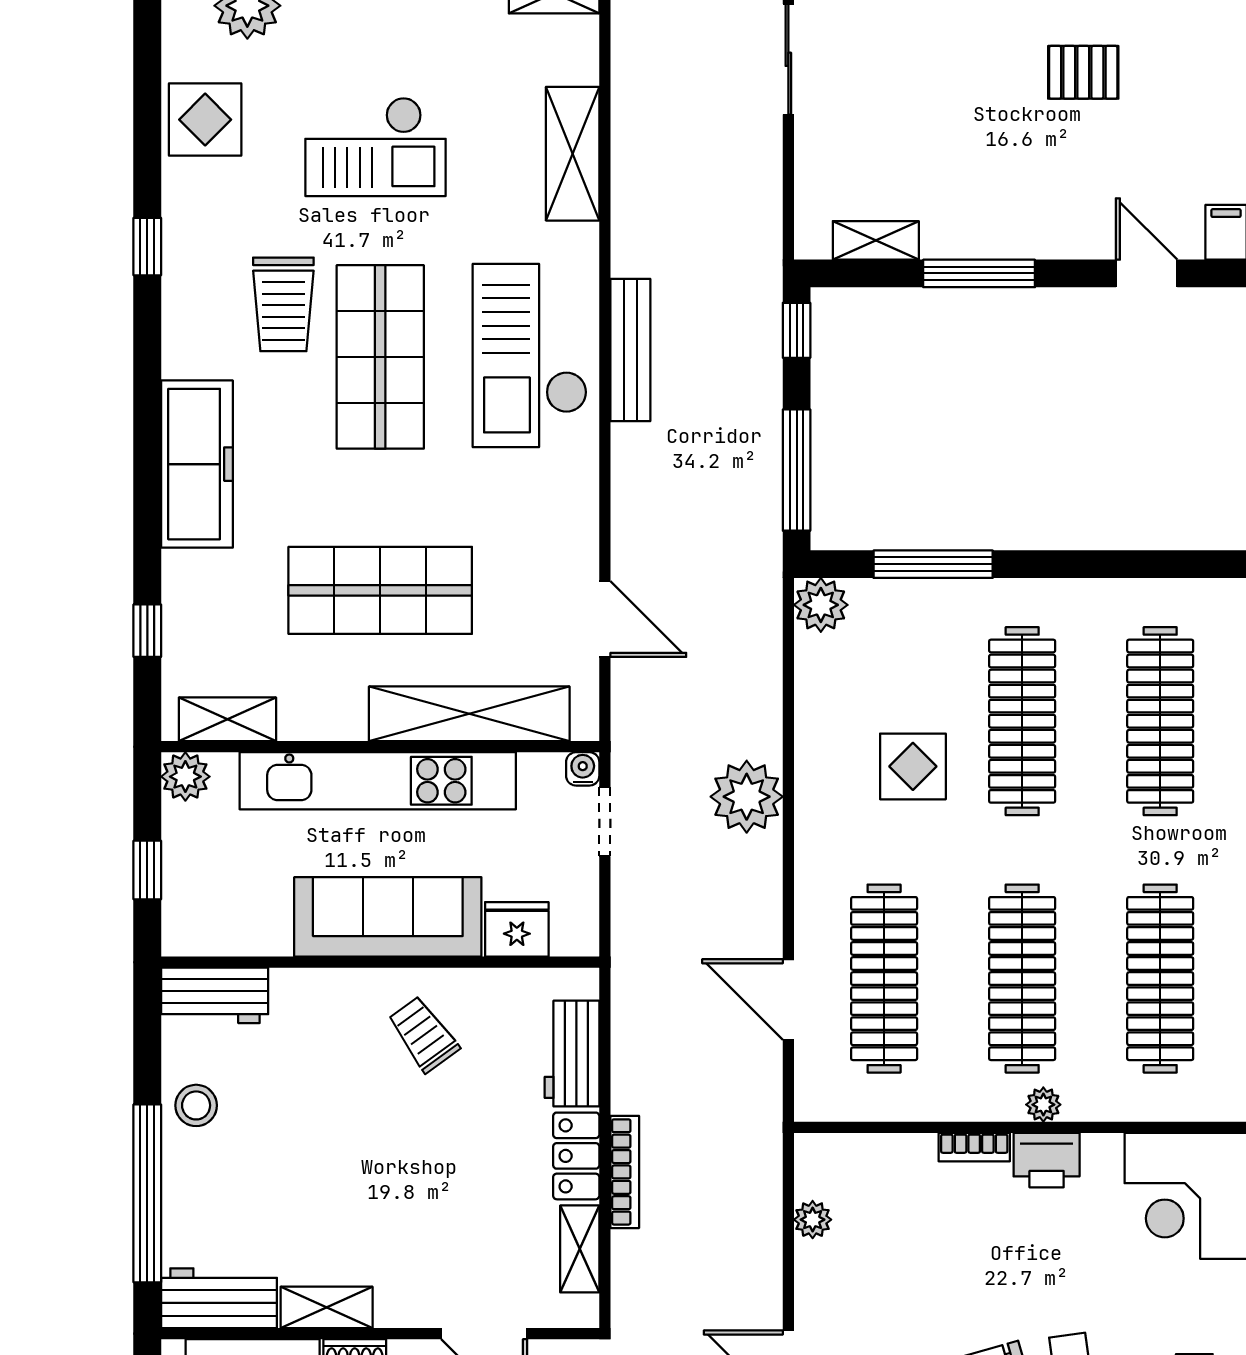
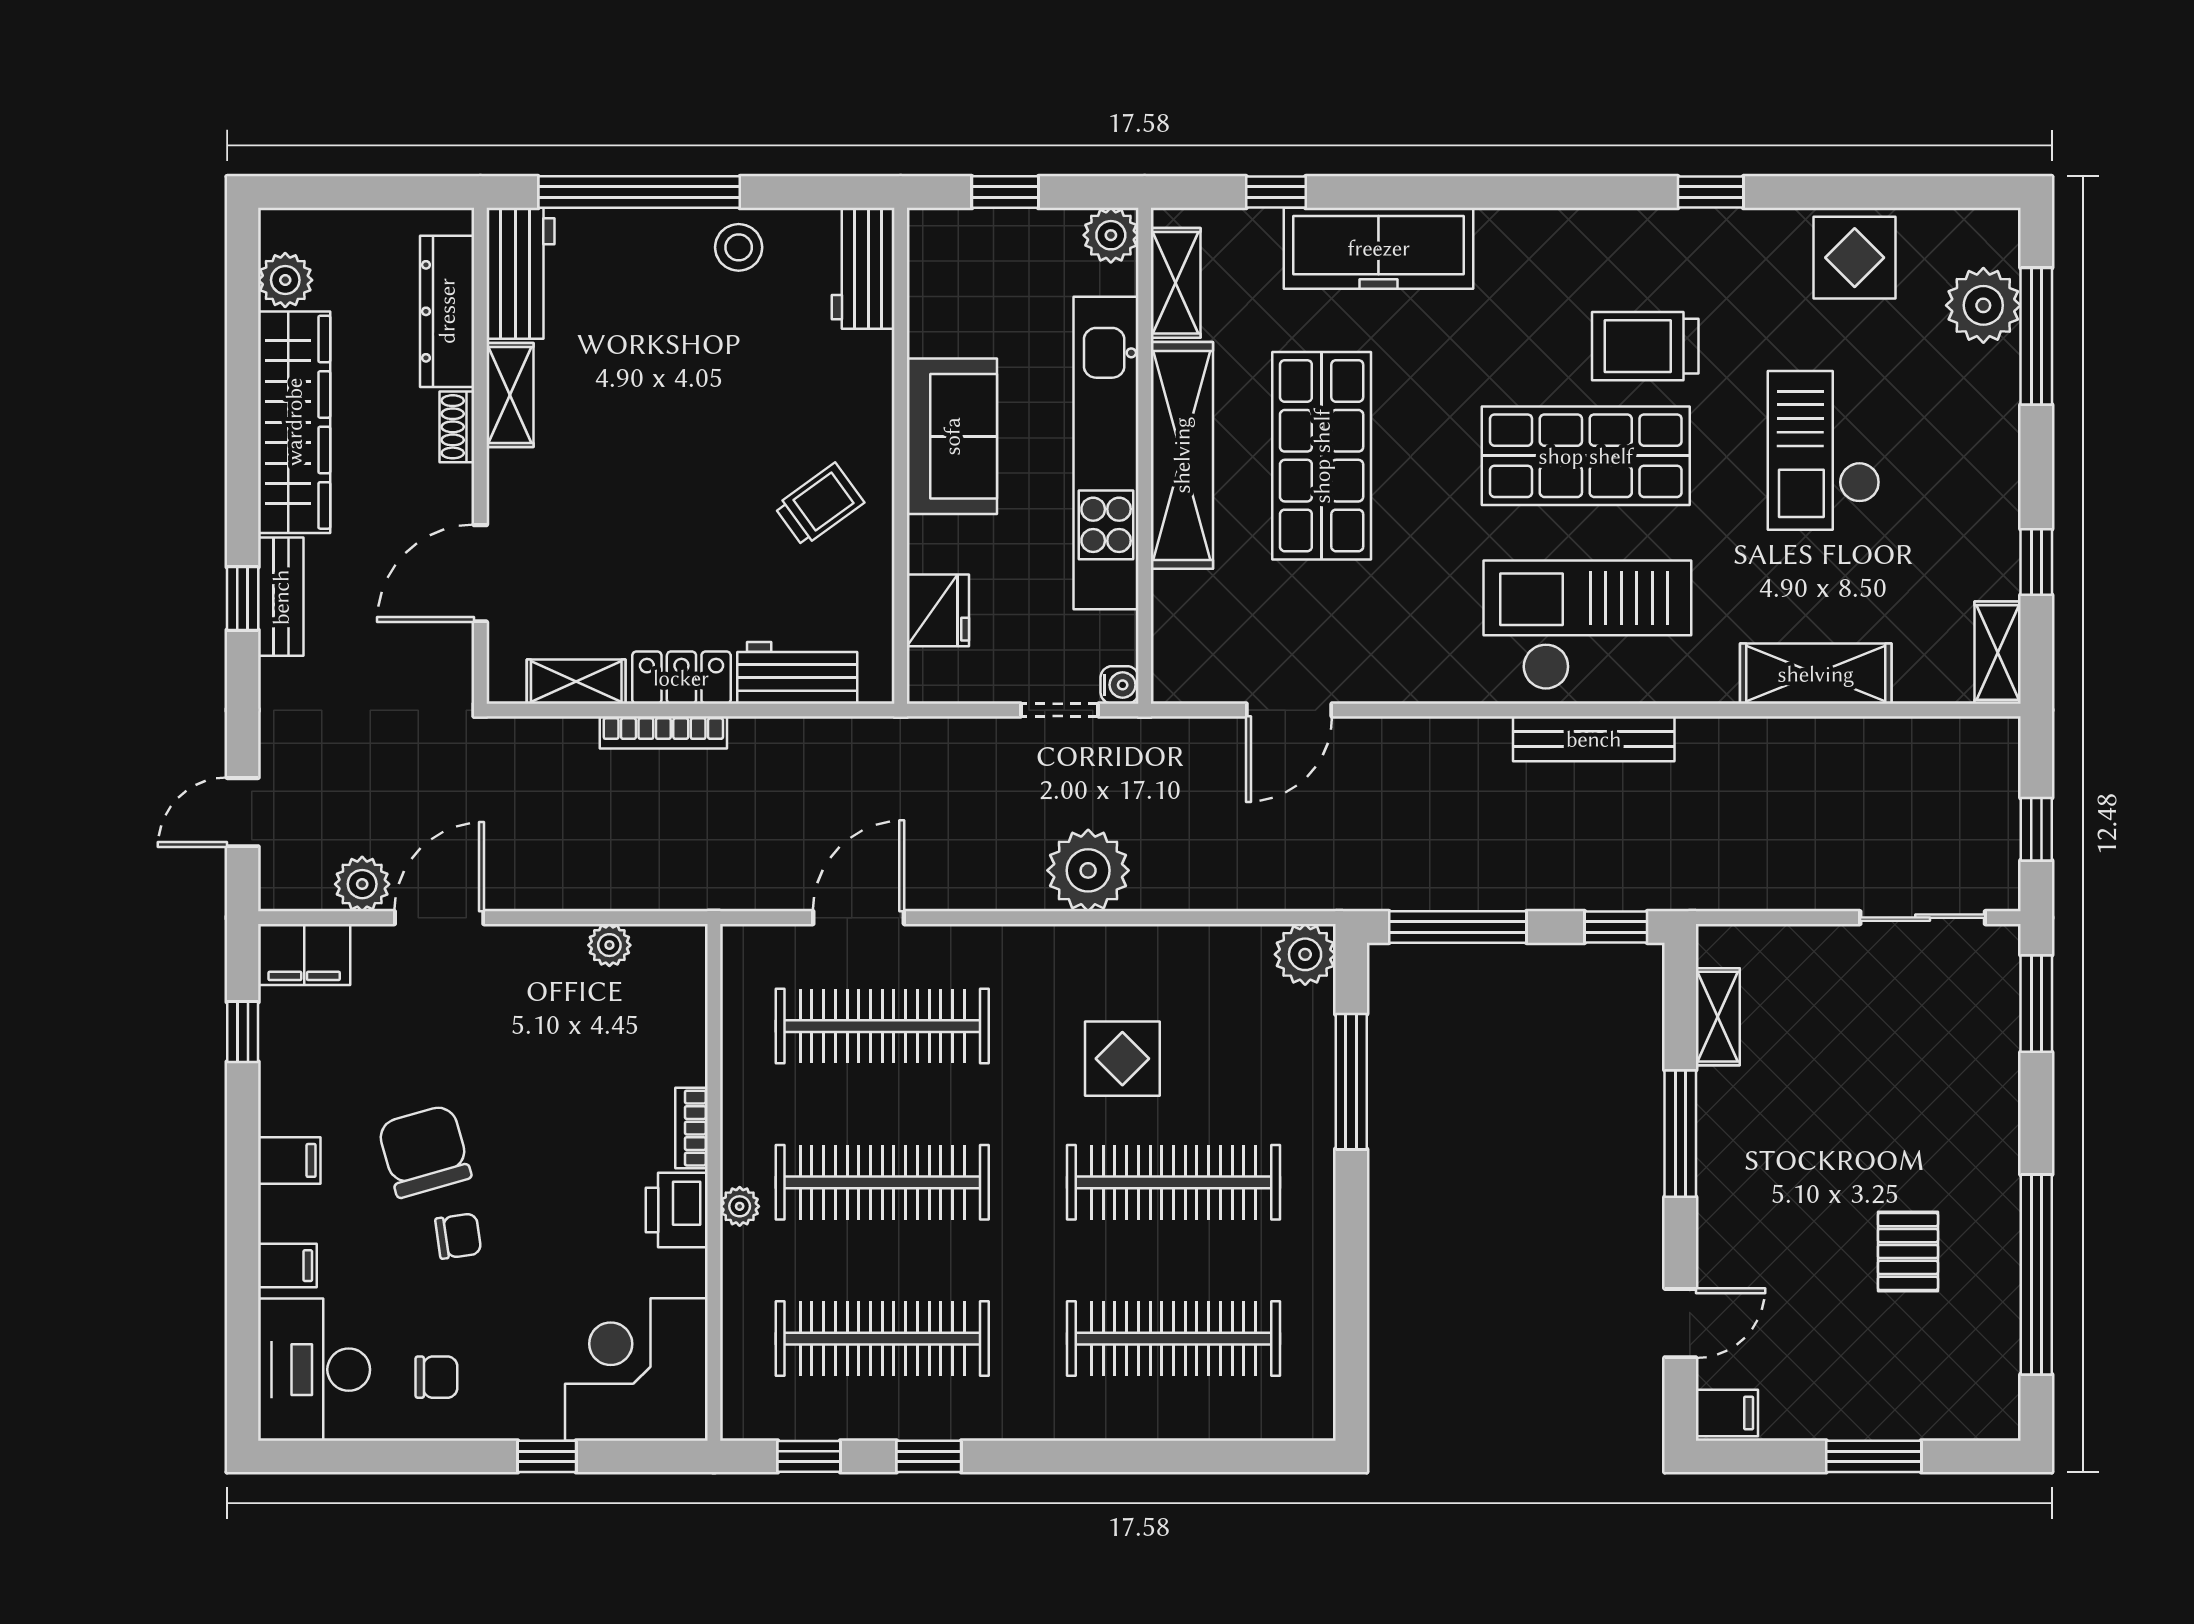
freezer: (197, 464) -> (1379, 248), moved
shelving: (469, 714) -> (1182, 455), moved
sofa: (388, 917) -> (952, 436), width x0.73

